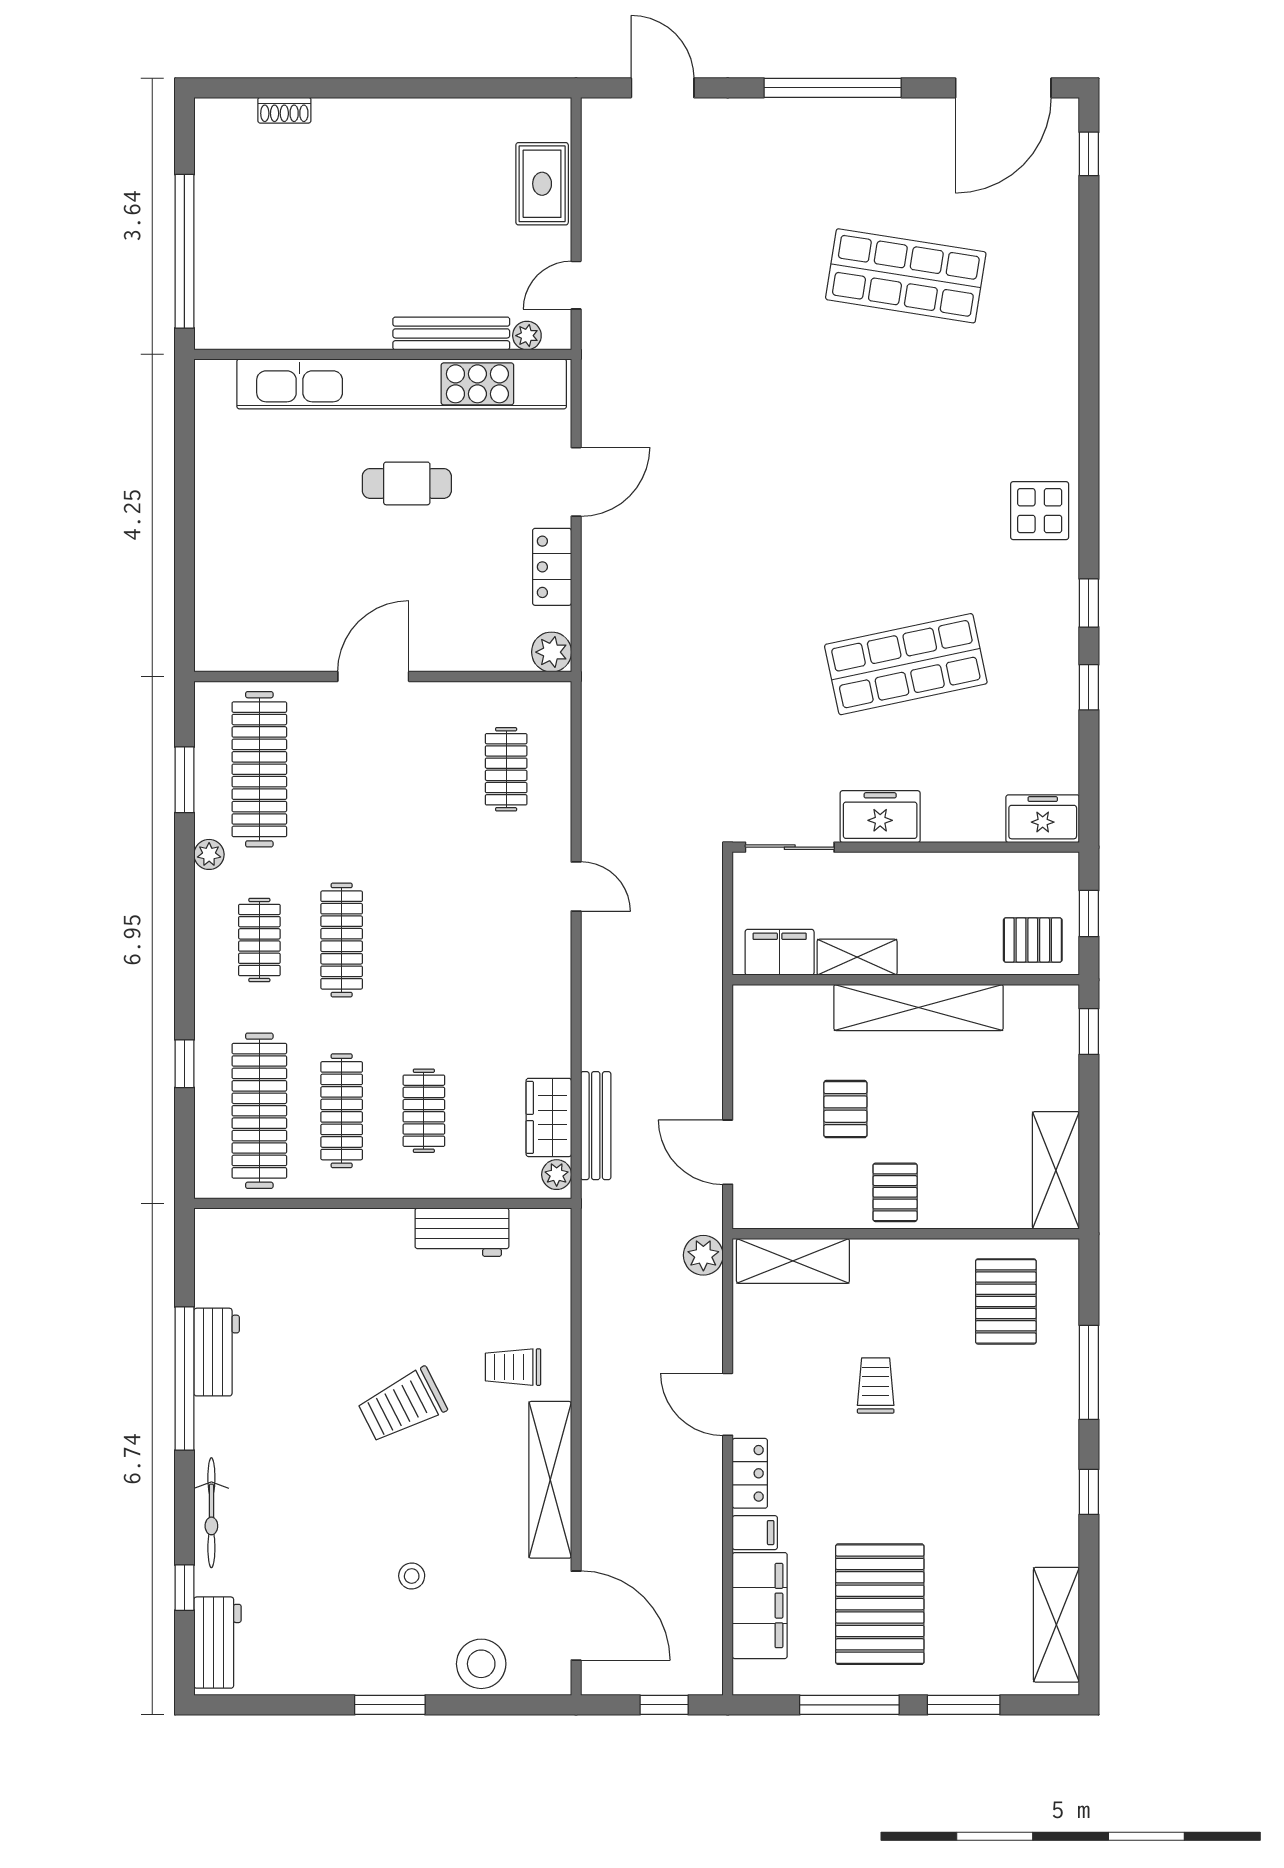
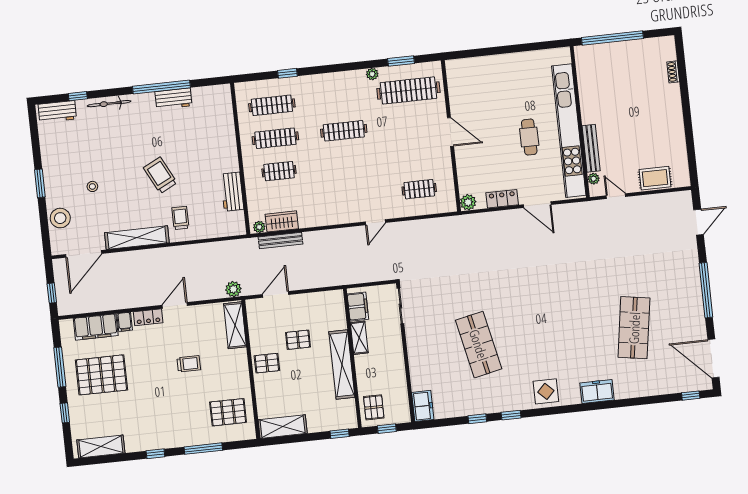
freezer: (880, 817) -> (597, 391), moved, turned -90
clothes rail: (259, 940) -> (340, 98), removed
clothes rail: (259, 1111) -> (272, 105), width x0.73, depth x0.76
window: (964, 1705) -> (65, 413), width x0.67

